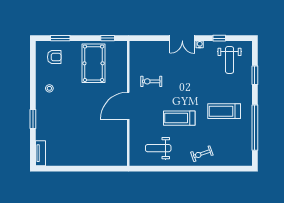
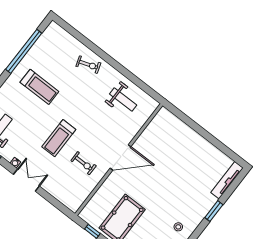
treadmill: (179, 118) -> (59, 138), moved, turned 90
tv unit: (40, 153) -> (227, 180), width x1.41

